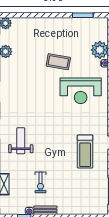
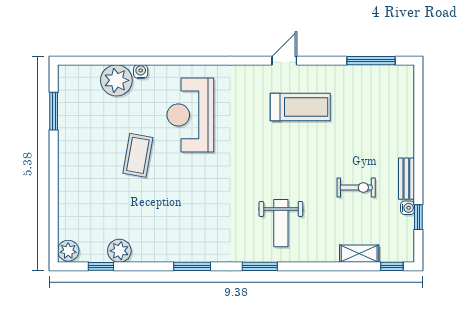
reception desk: (81, 91) -> (190, 115), turned 180
weight bench: (21, 141) -> (281, 223), turned -90

